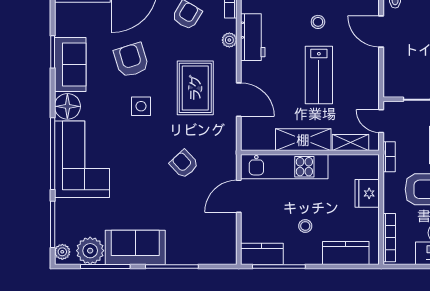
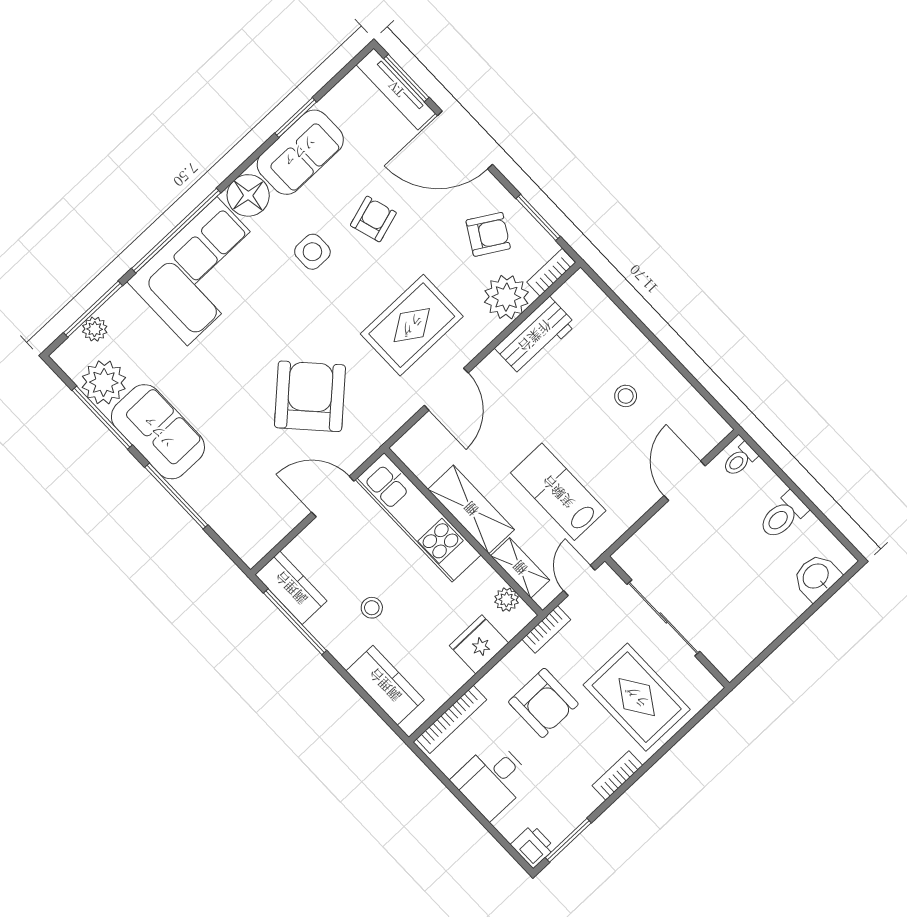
plant: (229, 40) -> (506, 297), width x1.88, depth x1.88
armchair: (131, 60) -> (373, 219), width x0.72, depth x0.72
lab bench: (319, 75) -> (558, 492), moved, turned 90
side table: (141, 106) -> (312, 252), moved
plant: (359, 162) -> (507, 600), added
armchair: (184, 164) -> (310, 396), width x1.88, depth x1.88
plant: (62, 252) -> (95, 329), moved

